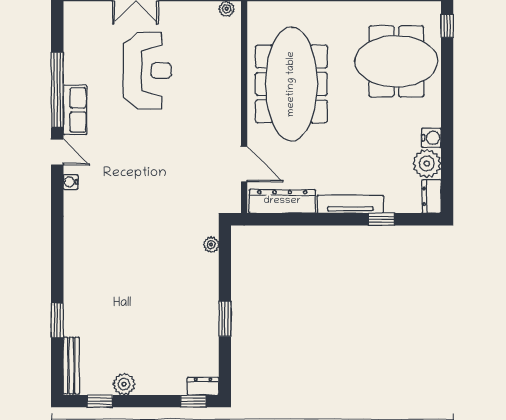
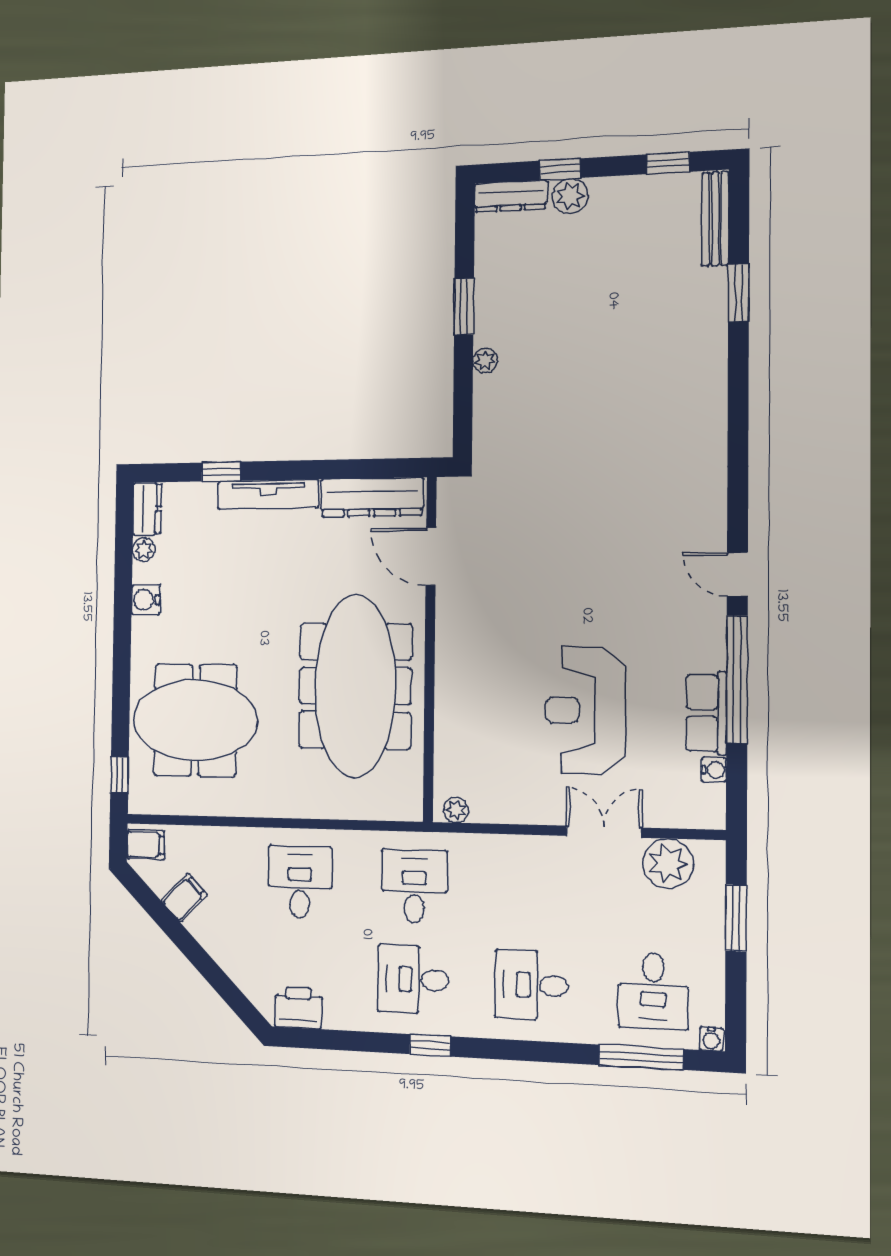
row of seats: (75, 110) -> (706, 713), moved
plant: (427, 163) -> (144, 550), width x0.53, depth x0.53
water cooler: (71, 182) -> (714, 770), moved
plant: (211, 245) -> (485, 360), moved
plant: (124, 384) -> (570, 196), moved
dresser: (203, 386) -> (511, 196), width x1.44
window: (193, 401) -> (560, 169), moved

